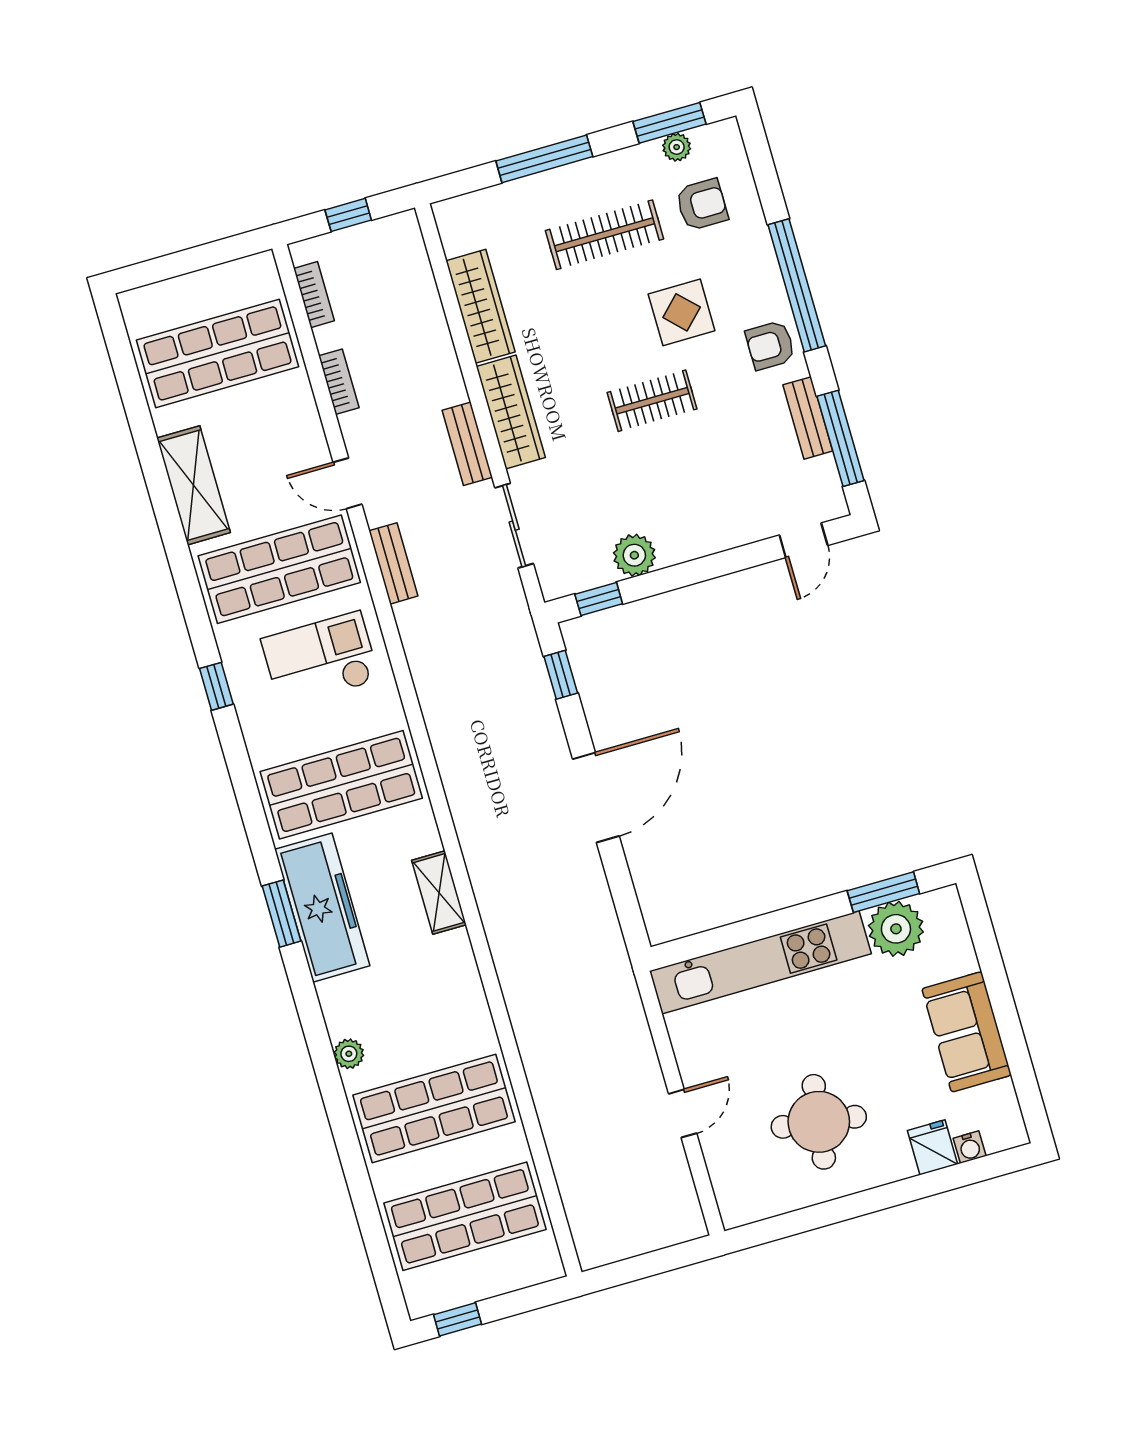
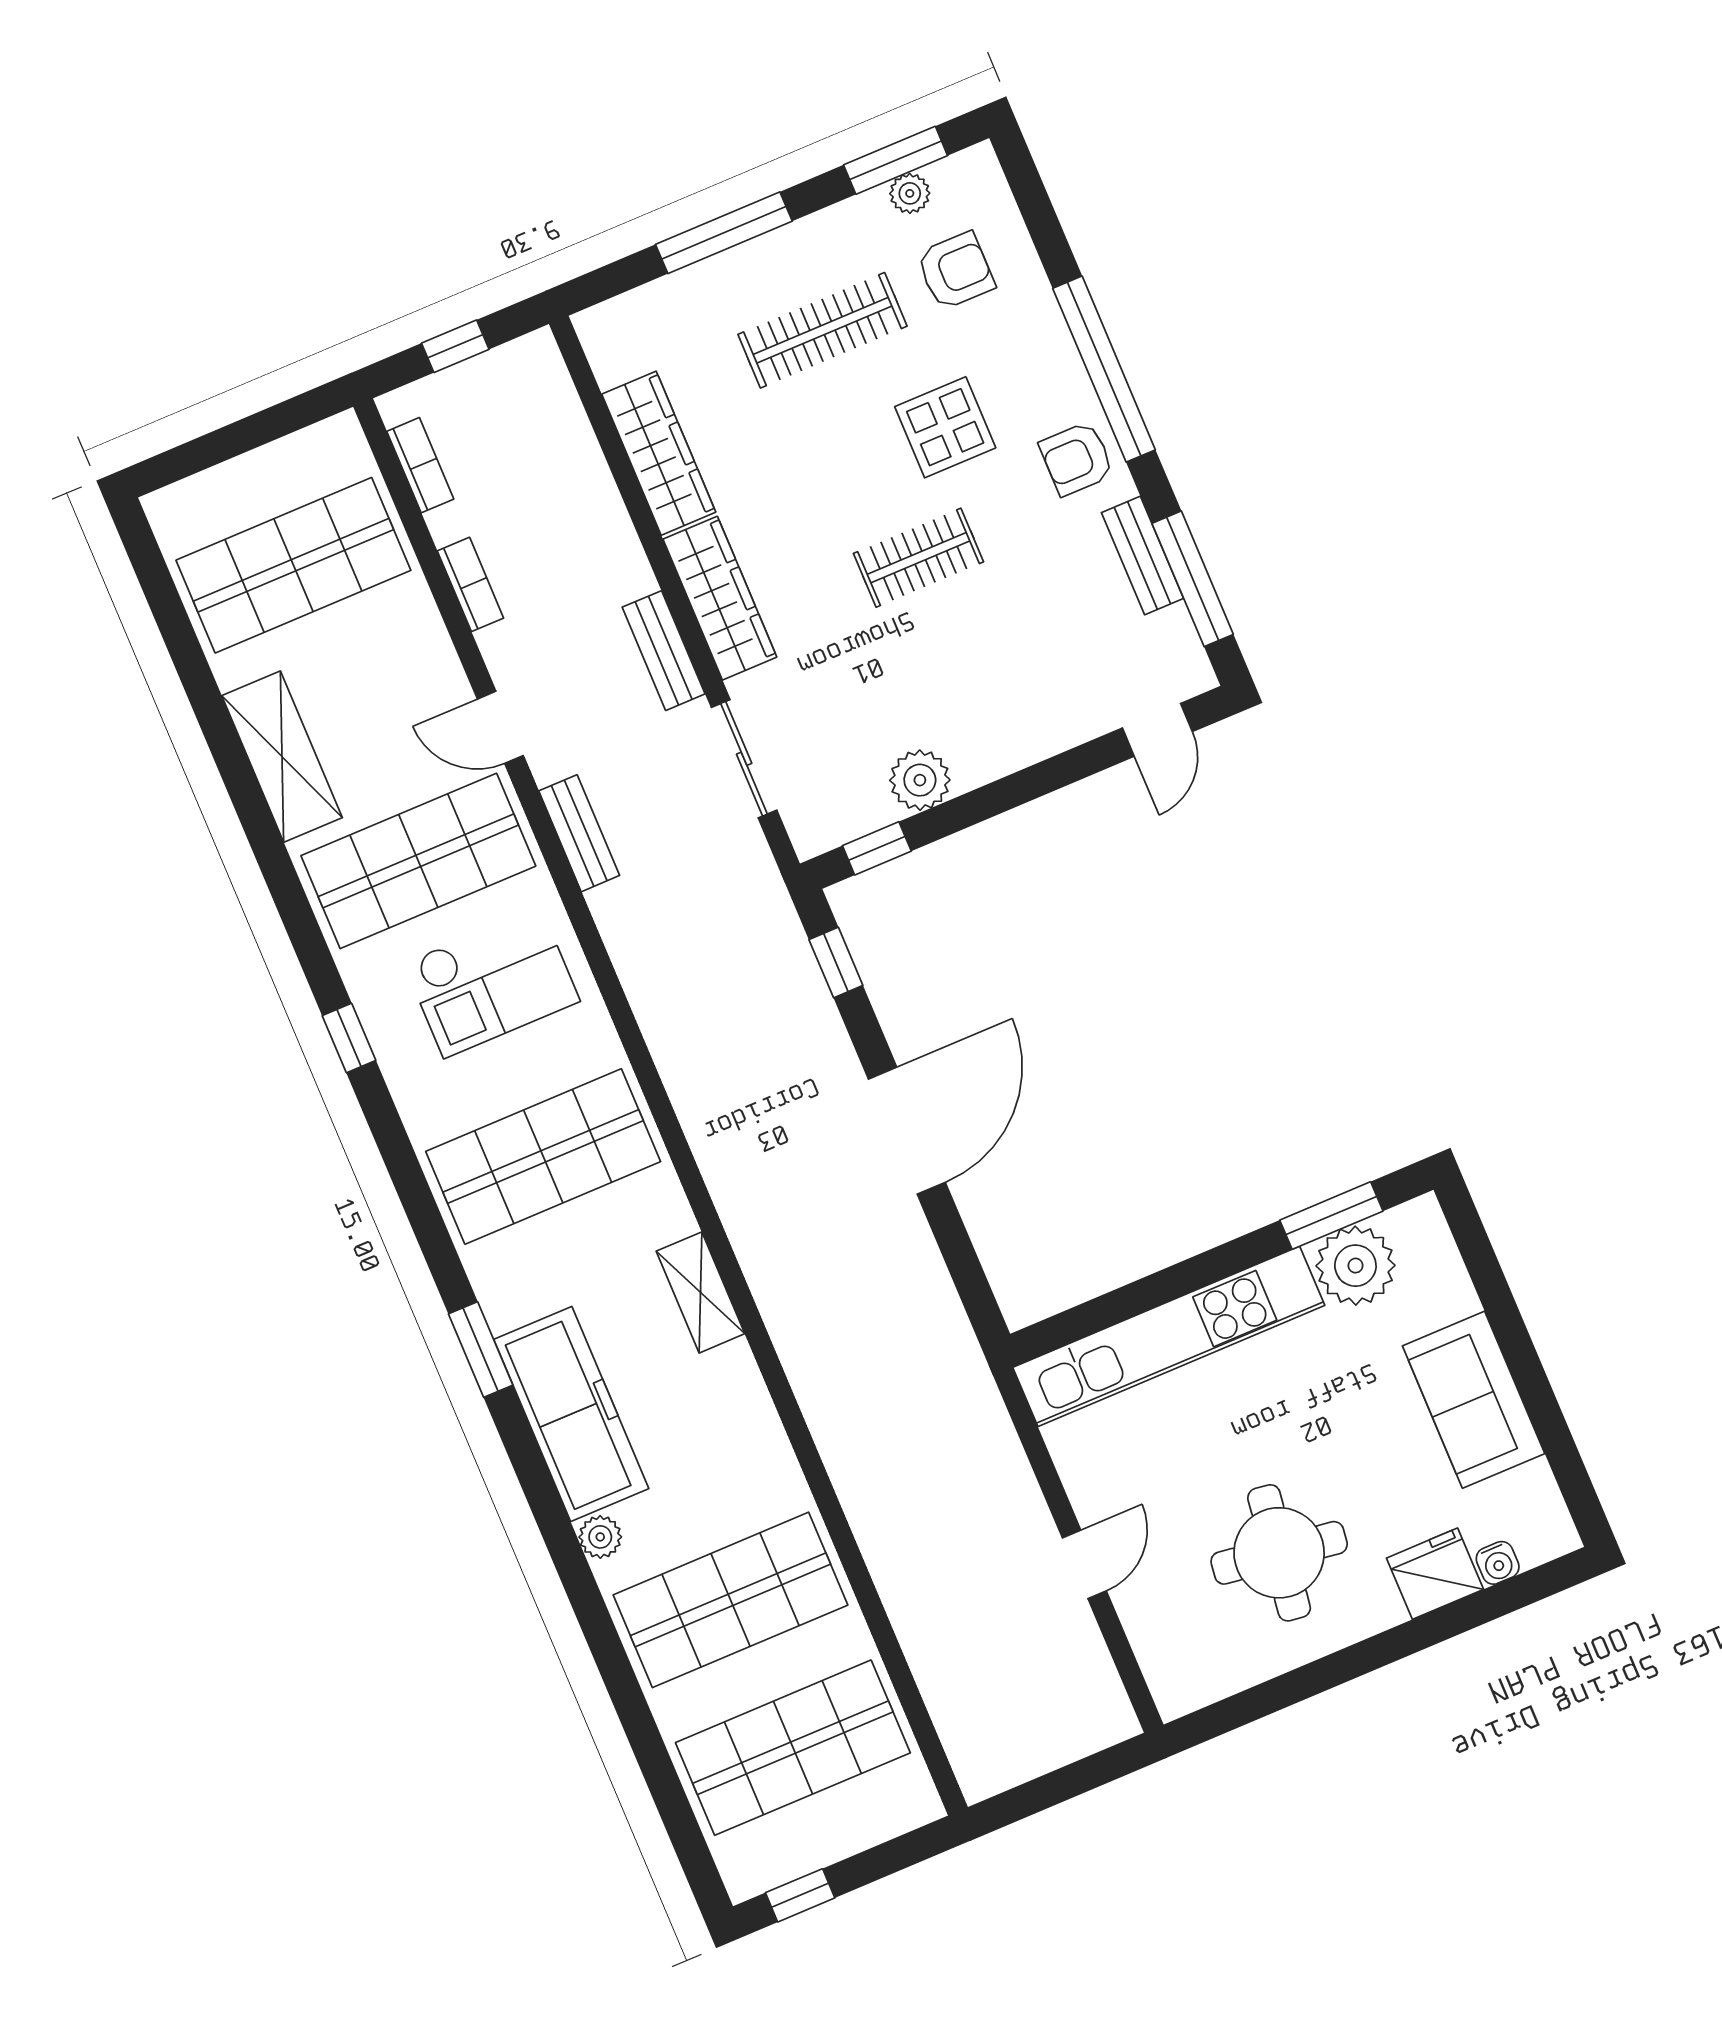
checkout: (320, 659) -> (492, 982), turned 180
freezer: (322, 908) -> (571, 1414), moved
fridge: (932, 1147) -> (1435, 1574), width x1.38

